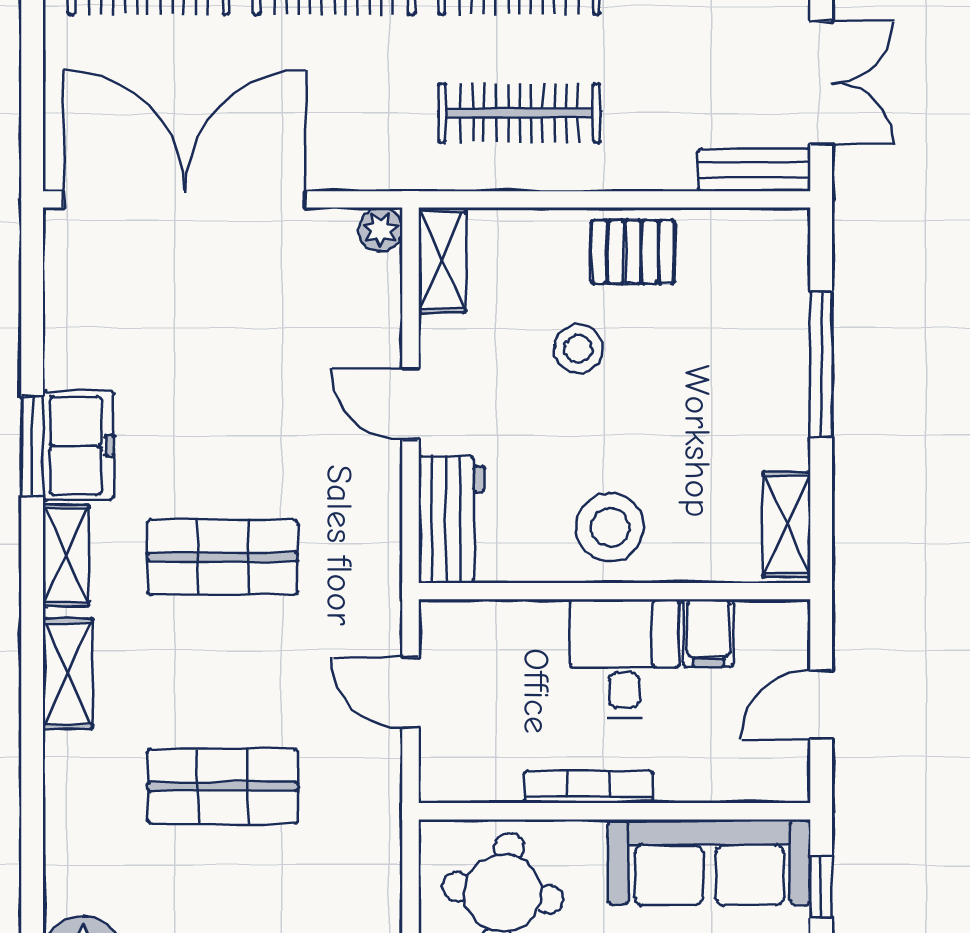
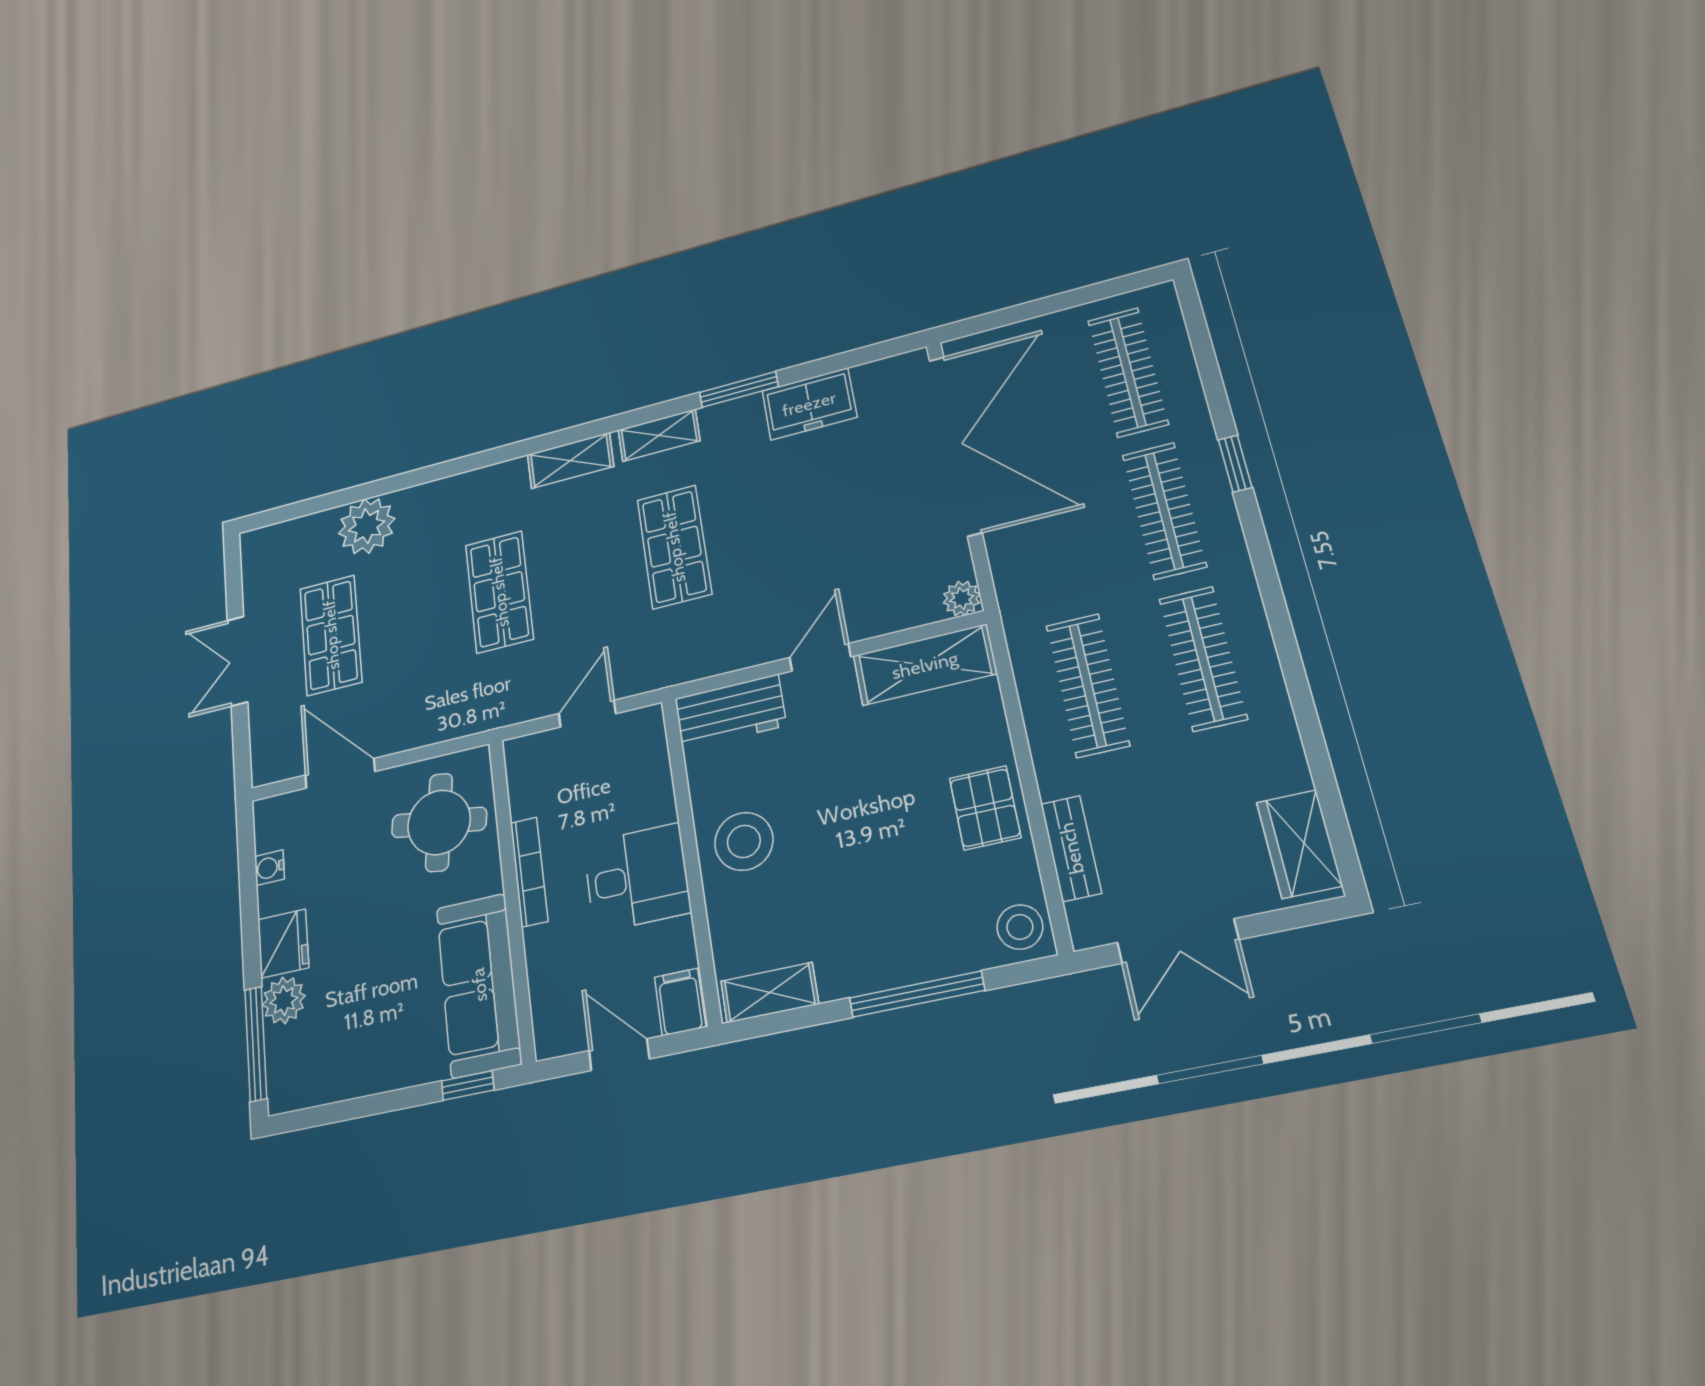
bench: (754, 170) -> (1071, 848), moved
shelving: (442, 260) -> (925, 665), width x1.50, depth x1.33
stool: (578, 349) -> (1020, 927), moved
freezer: (78, 446) -> (809, 404), moved
filing cabinet: (709, 633) -> (680, 1002), moved, turned 90

